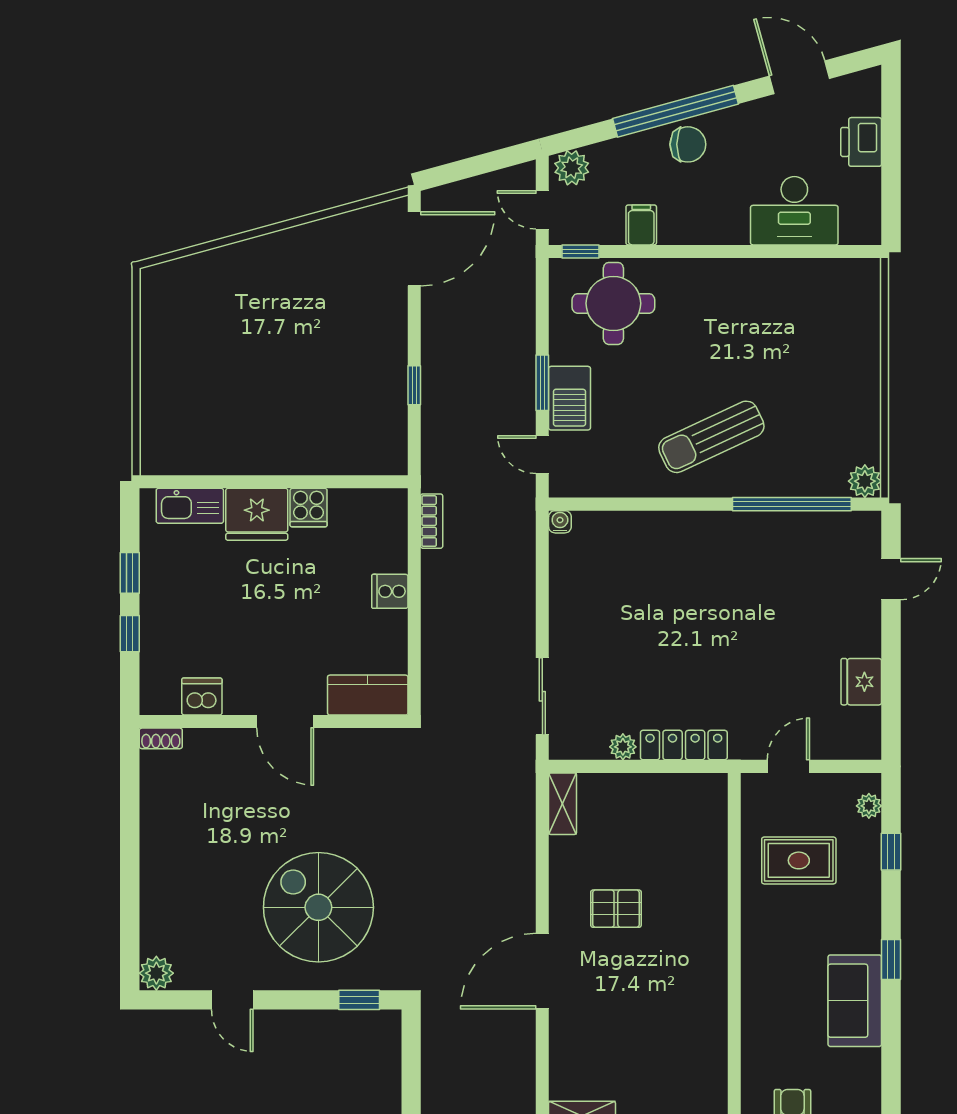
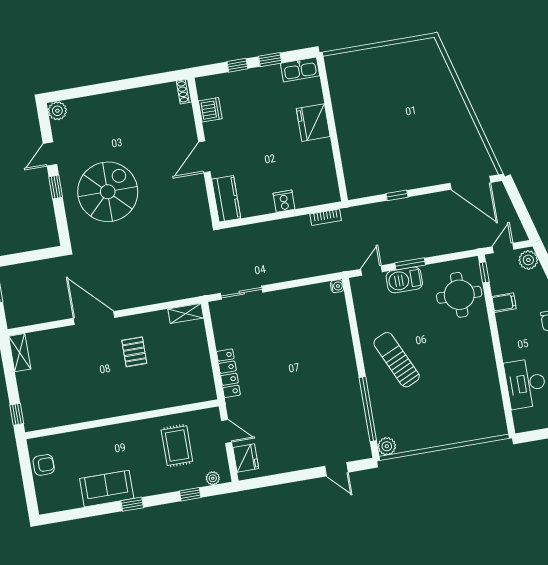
kitchen sink: (190, 506) -> (300, 70), moved, turned -90
cooker: (309, 507) -> (322, 150), removed
fridge: (861, 682) -> (246, 458), moved, turned 90
plant: (623, 747) -> (222, 341), removed
window: (359, 1000) -> (56, 187), moved

